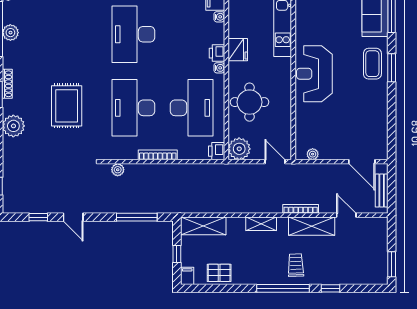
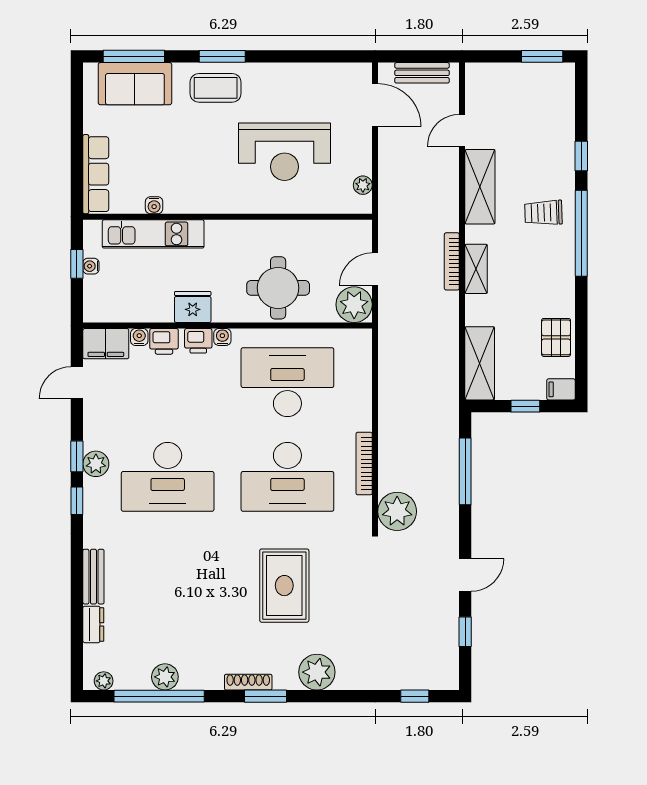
water cooler: (300, 26) -> (154, 205), added
reception desk: (314, 74) -> (285, 152), moved
rug: (67, 106) -> (284, 586), turned 90
printer: (217, 151) -> (164, 341), moved
bookcase: (158, 155) -> (364, 464), moved
door: (275, 162) -> (375, 269), moved
door: (362, 162) -> (375, 105), hinge flipped
plant: (118, 170) -> (397, 511), width x1.87, depth x1.87
bookcase: (301, 209) -> (452, 261), moved

